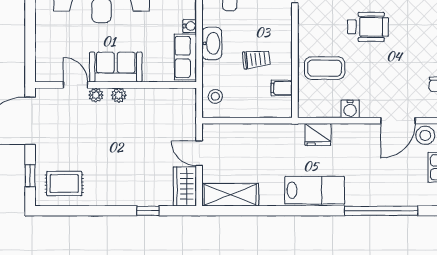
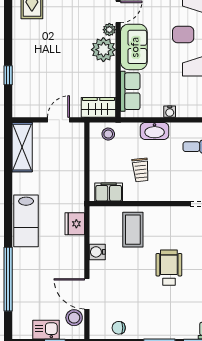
wheelchair: (368, 27) -> (169, 268), turned 180
row of seats: (185, 57) -> (130, 91), moved, turned 90
filing cabinet: (282, 88) -> (109, 192), width x2.00
plant: (119, 95) -> (103, 50), width x1.88, depth x1.88
wardrobe: (185, 186) -> (98, 107), moved

